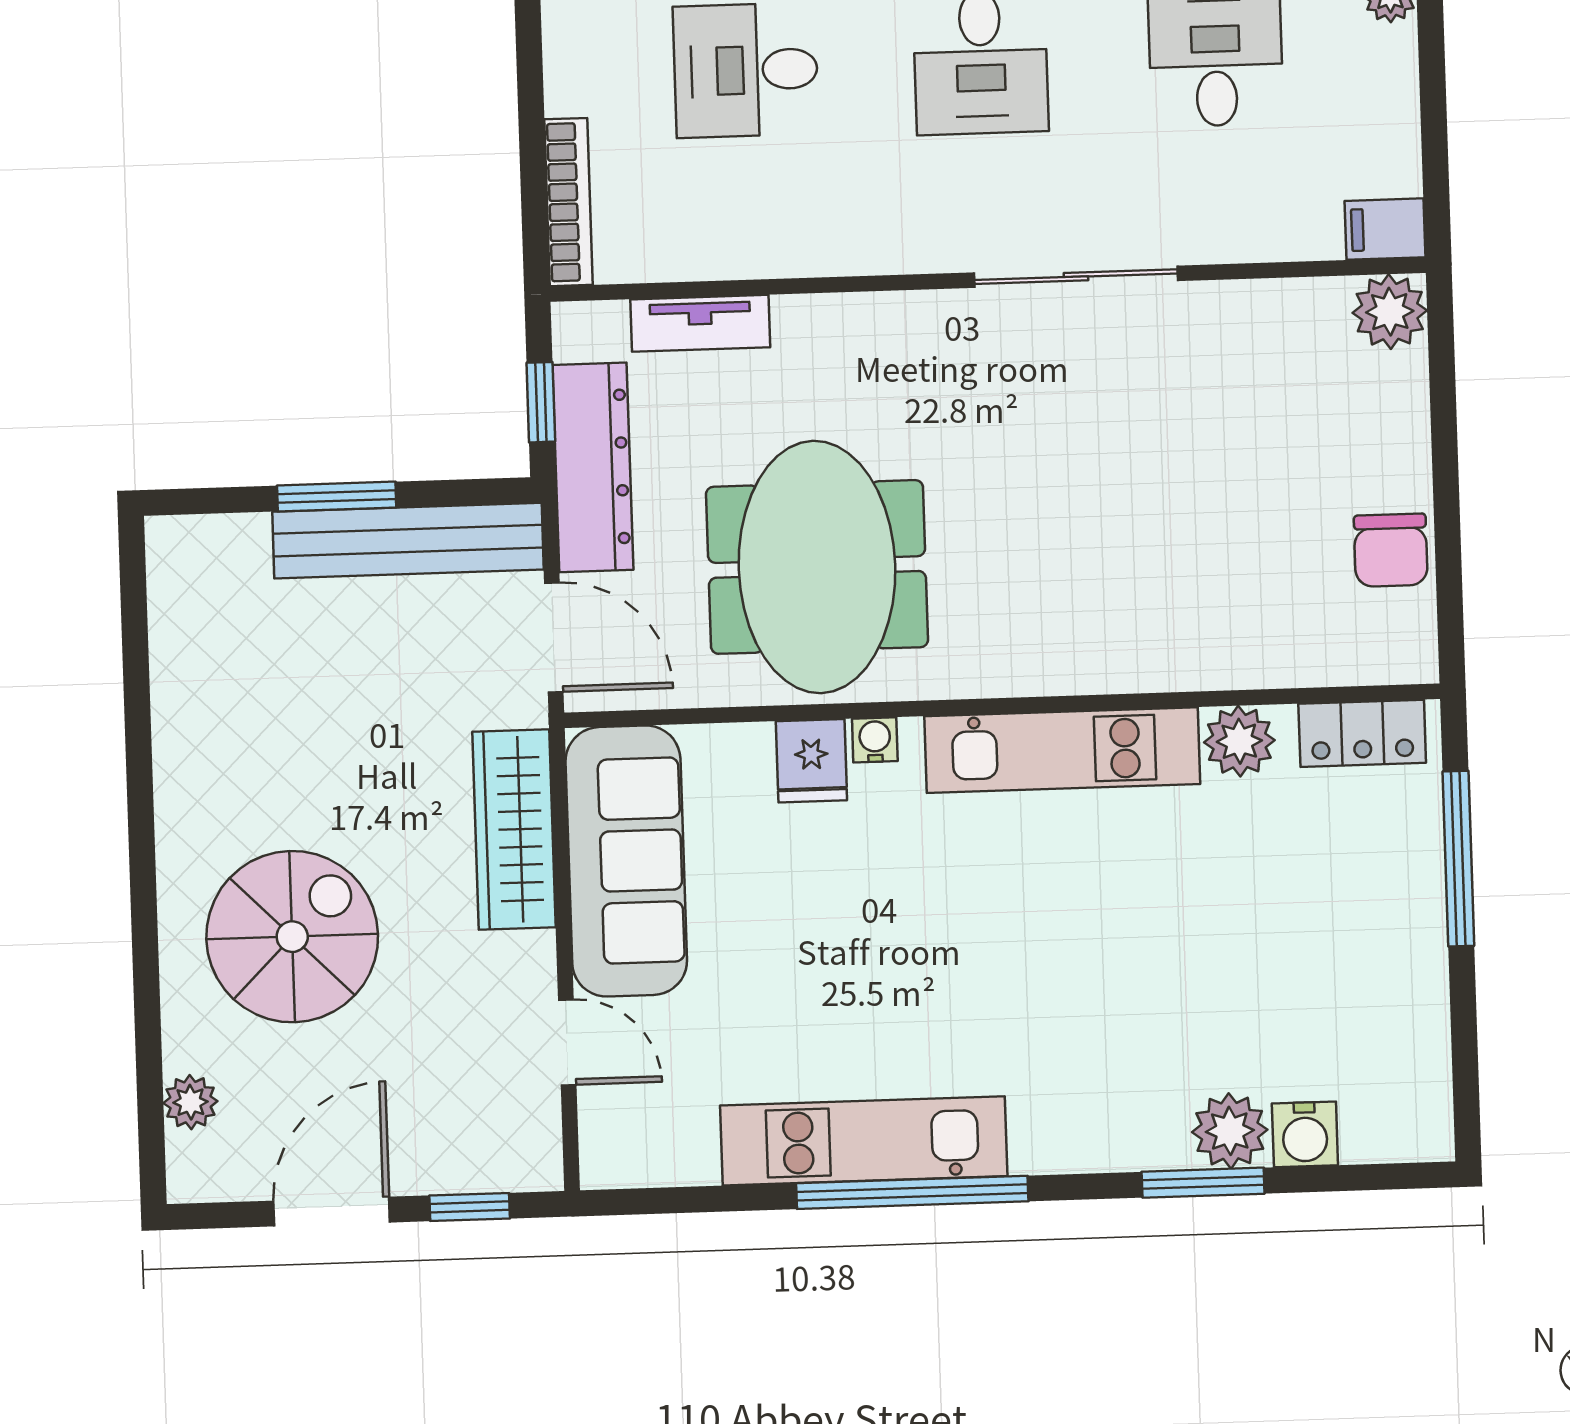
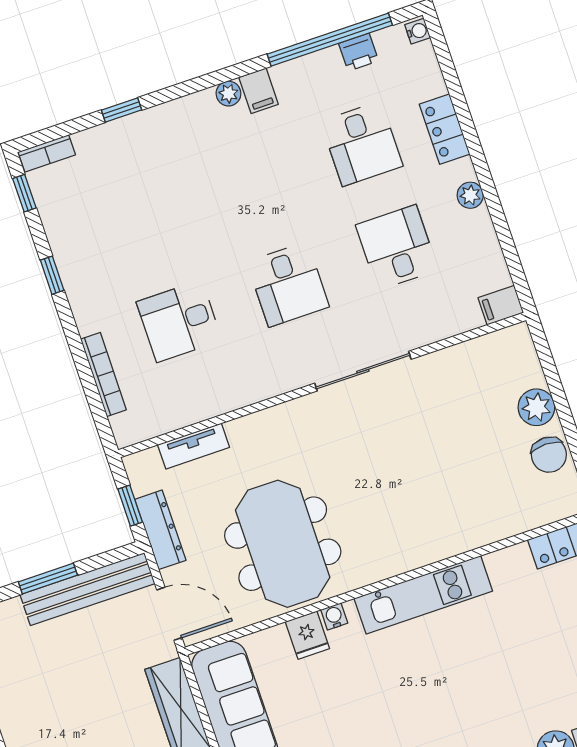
bookcase: (568, 202) -> (103, 374), moved
plant: (1390, 312) -> (536, 407), moved
dresser: (593, 467) -> (160, 530), width x0.73, depth x0.80
plant: (1239, 741) -> (505, 566), removed

